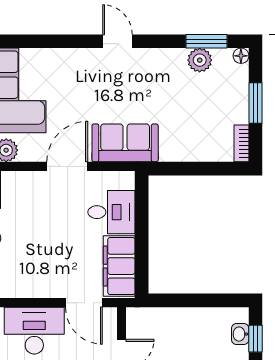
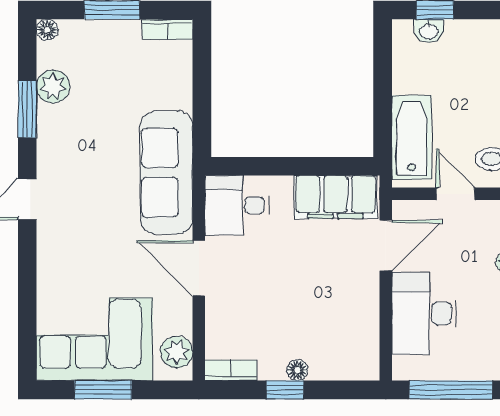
window: (206, 41) -> (27, 109), moved
sofa: (125, 143) -> (167, 173), width x1.36
desk: (111, 212) -> (237, 205), moved, turned -90
bathtub: (163, 322) -> (412, 137), added

